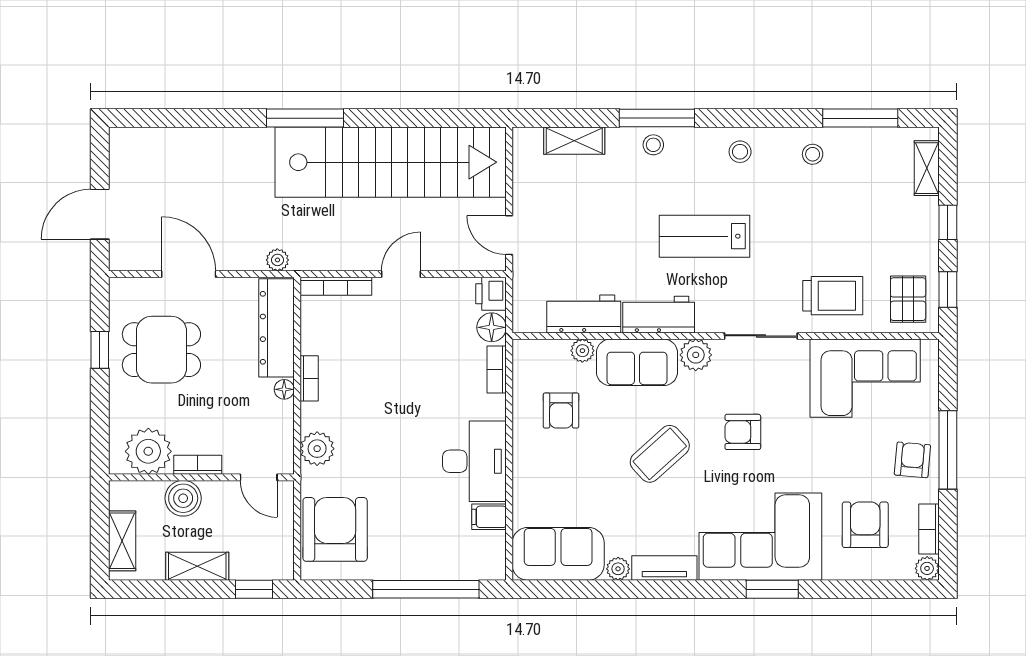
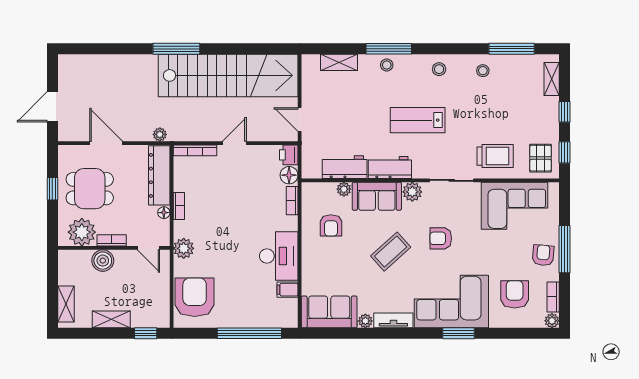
plant: (148, 451) -> (82, 232), moved
bookcase: (198, 465) -> (112, 240), moved
wall: (201, 477) -> (114, 248), moved
door: (259, 477) -> (148, 248), moved
boiler: (183, 498) -> (103, 261), moved

